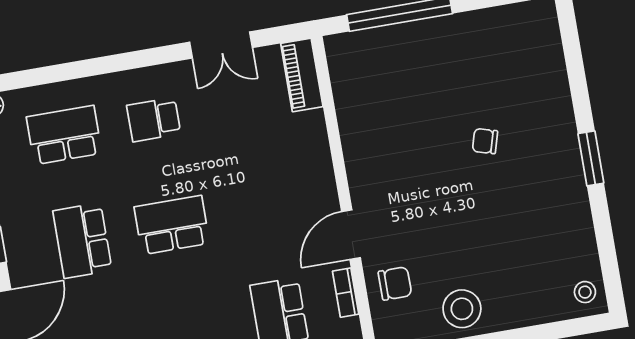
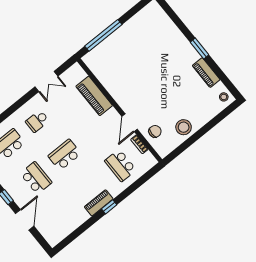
piano: (302, 75) -> (94, 96), moved, width x1.37, depth x1.33
chair: (485, 141) -> (159, 63), removed
piano: (576, 218) -> (206, 73), added
school desk: (82, 241) -> (36, 178), turned 180

